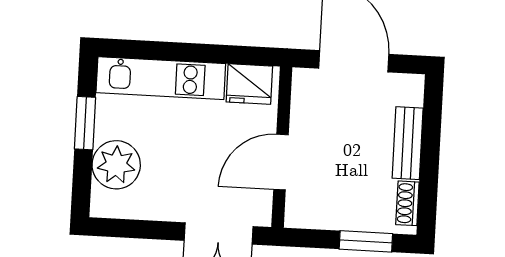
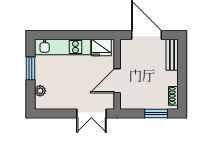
bench: (408, 143) -> (172, 55), moved
plant: (116, 165) -> (40, 91), width x0.53, depth x0.53

